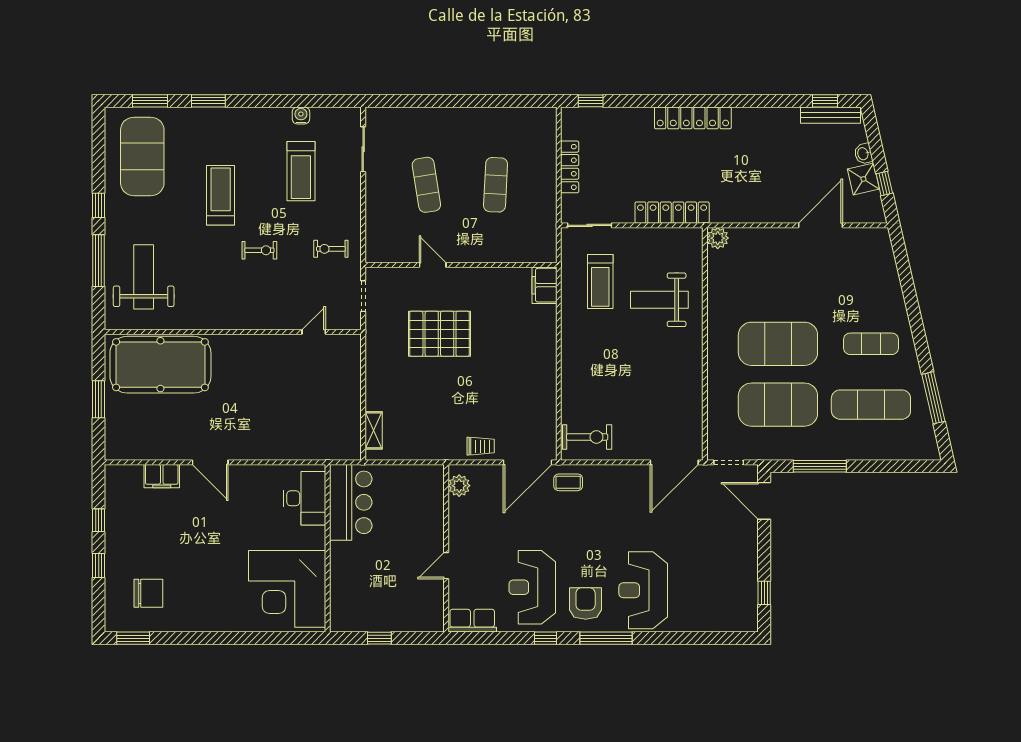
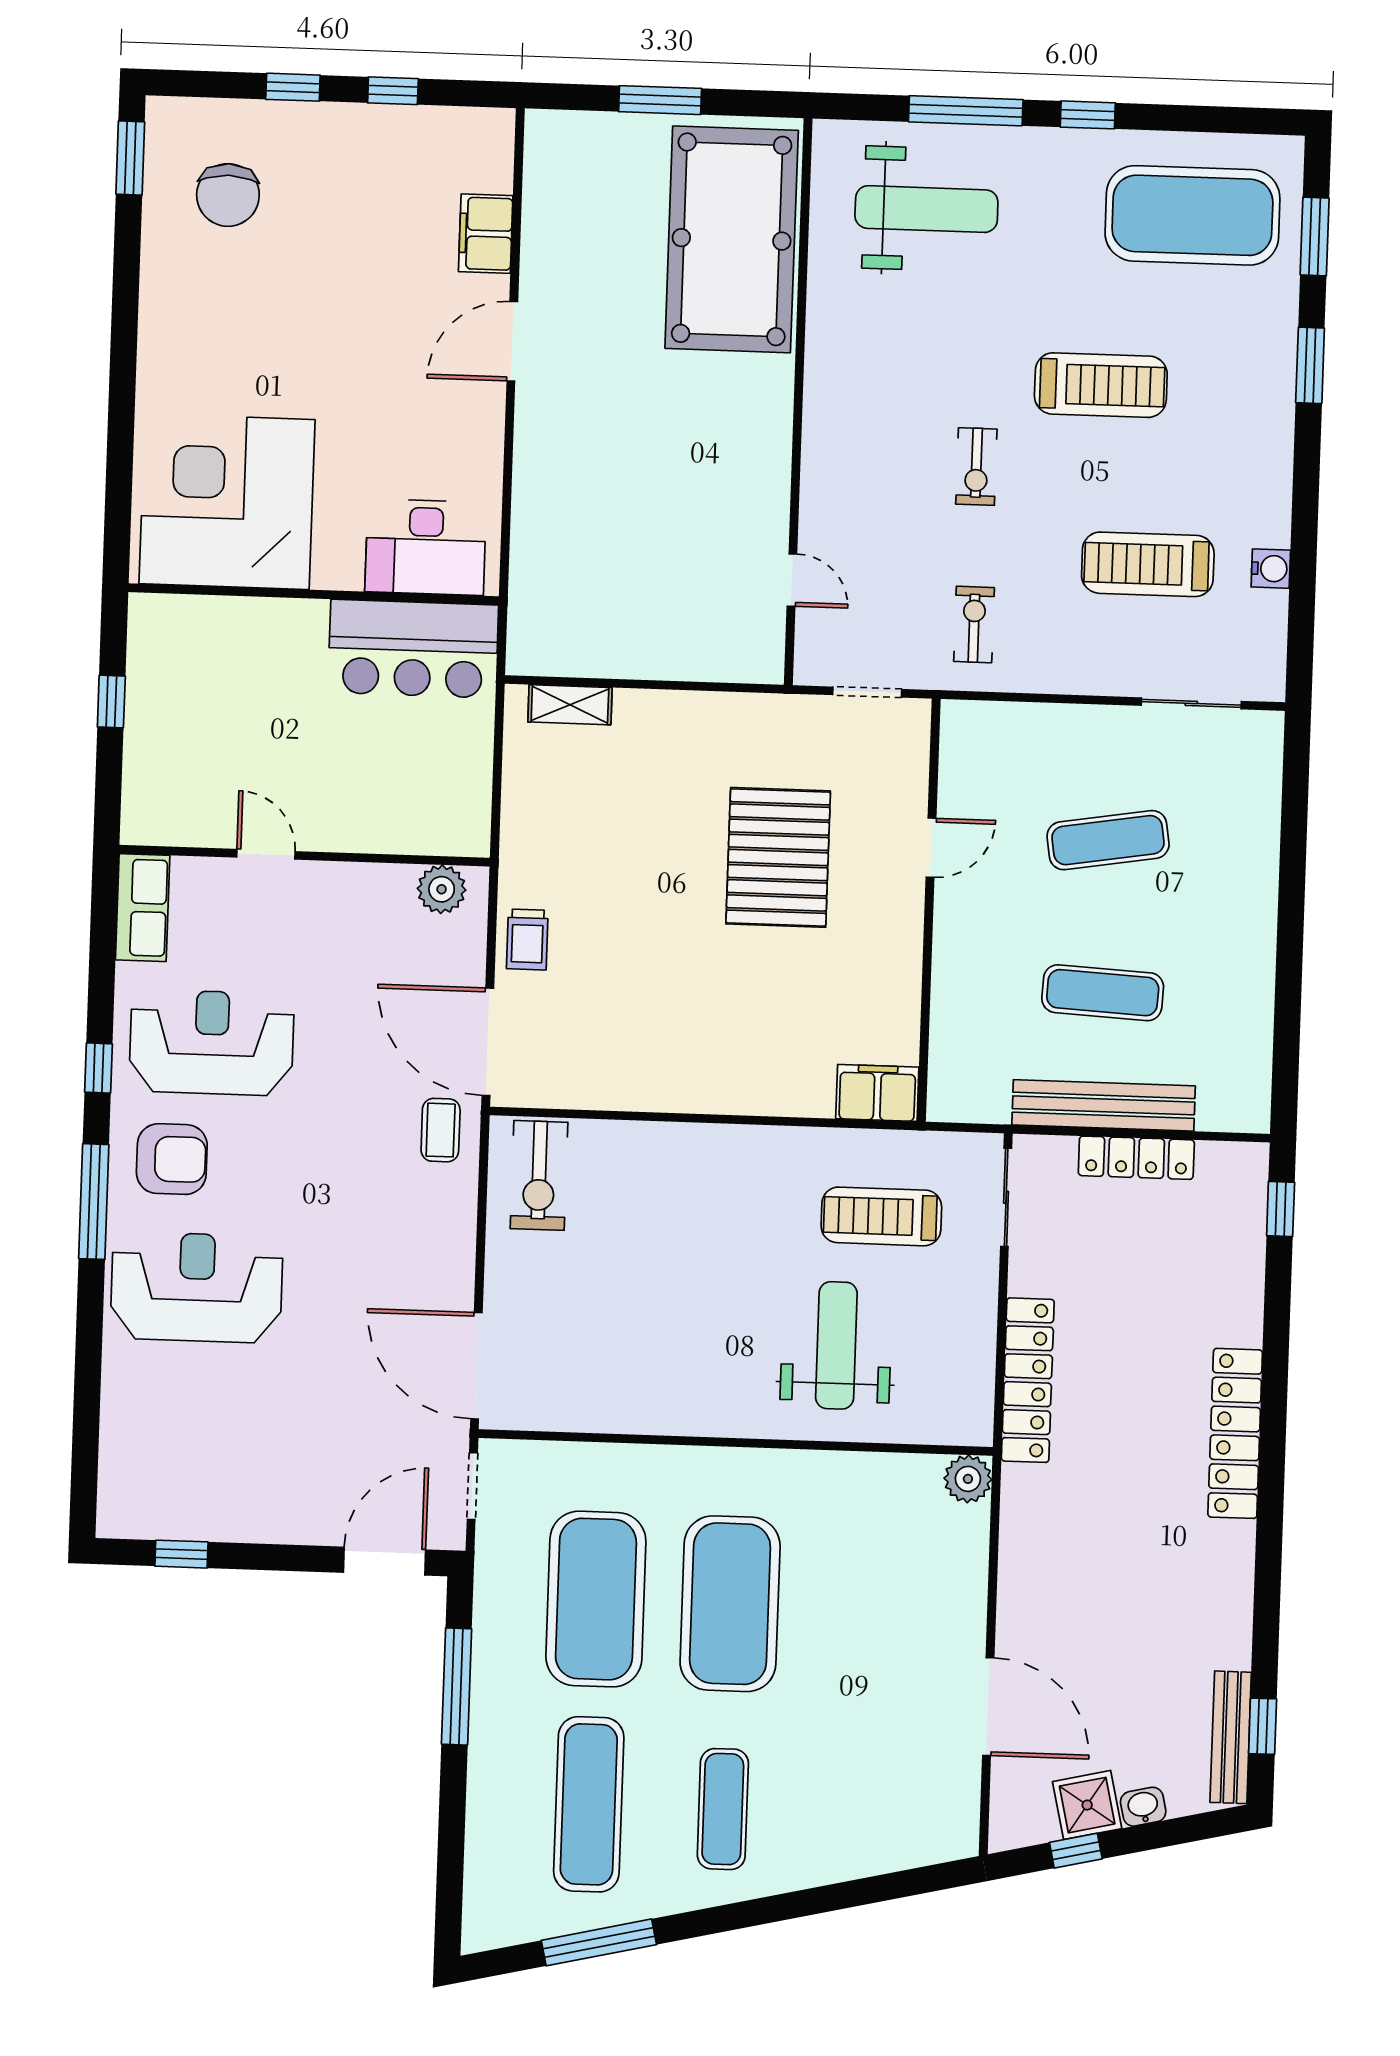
bench: (546, 183) -> (1104, 1105), added

